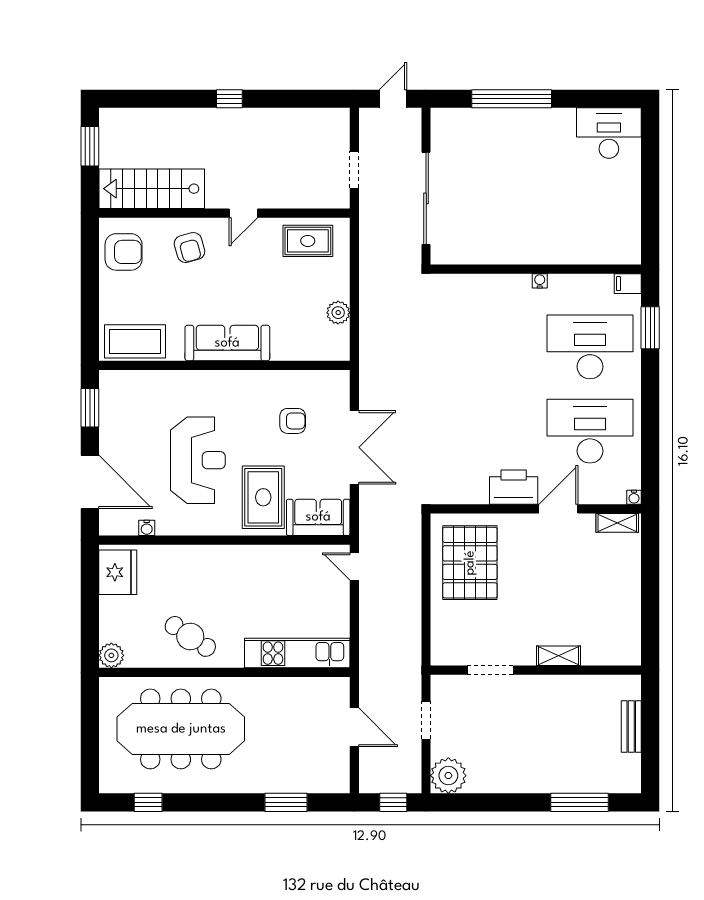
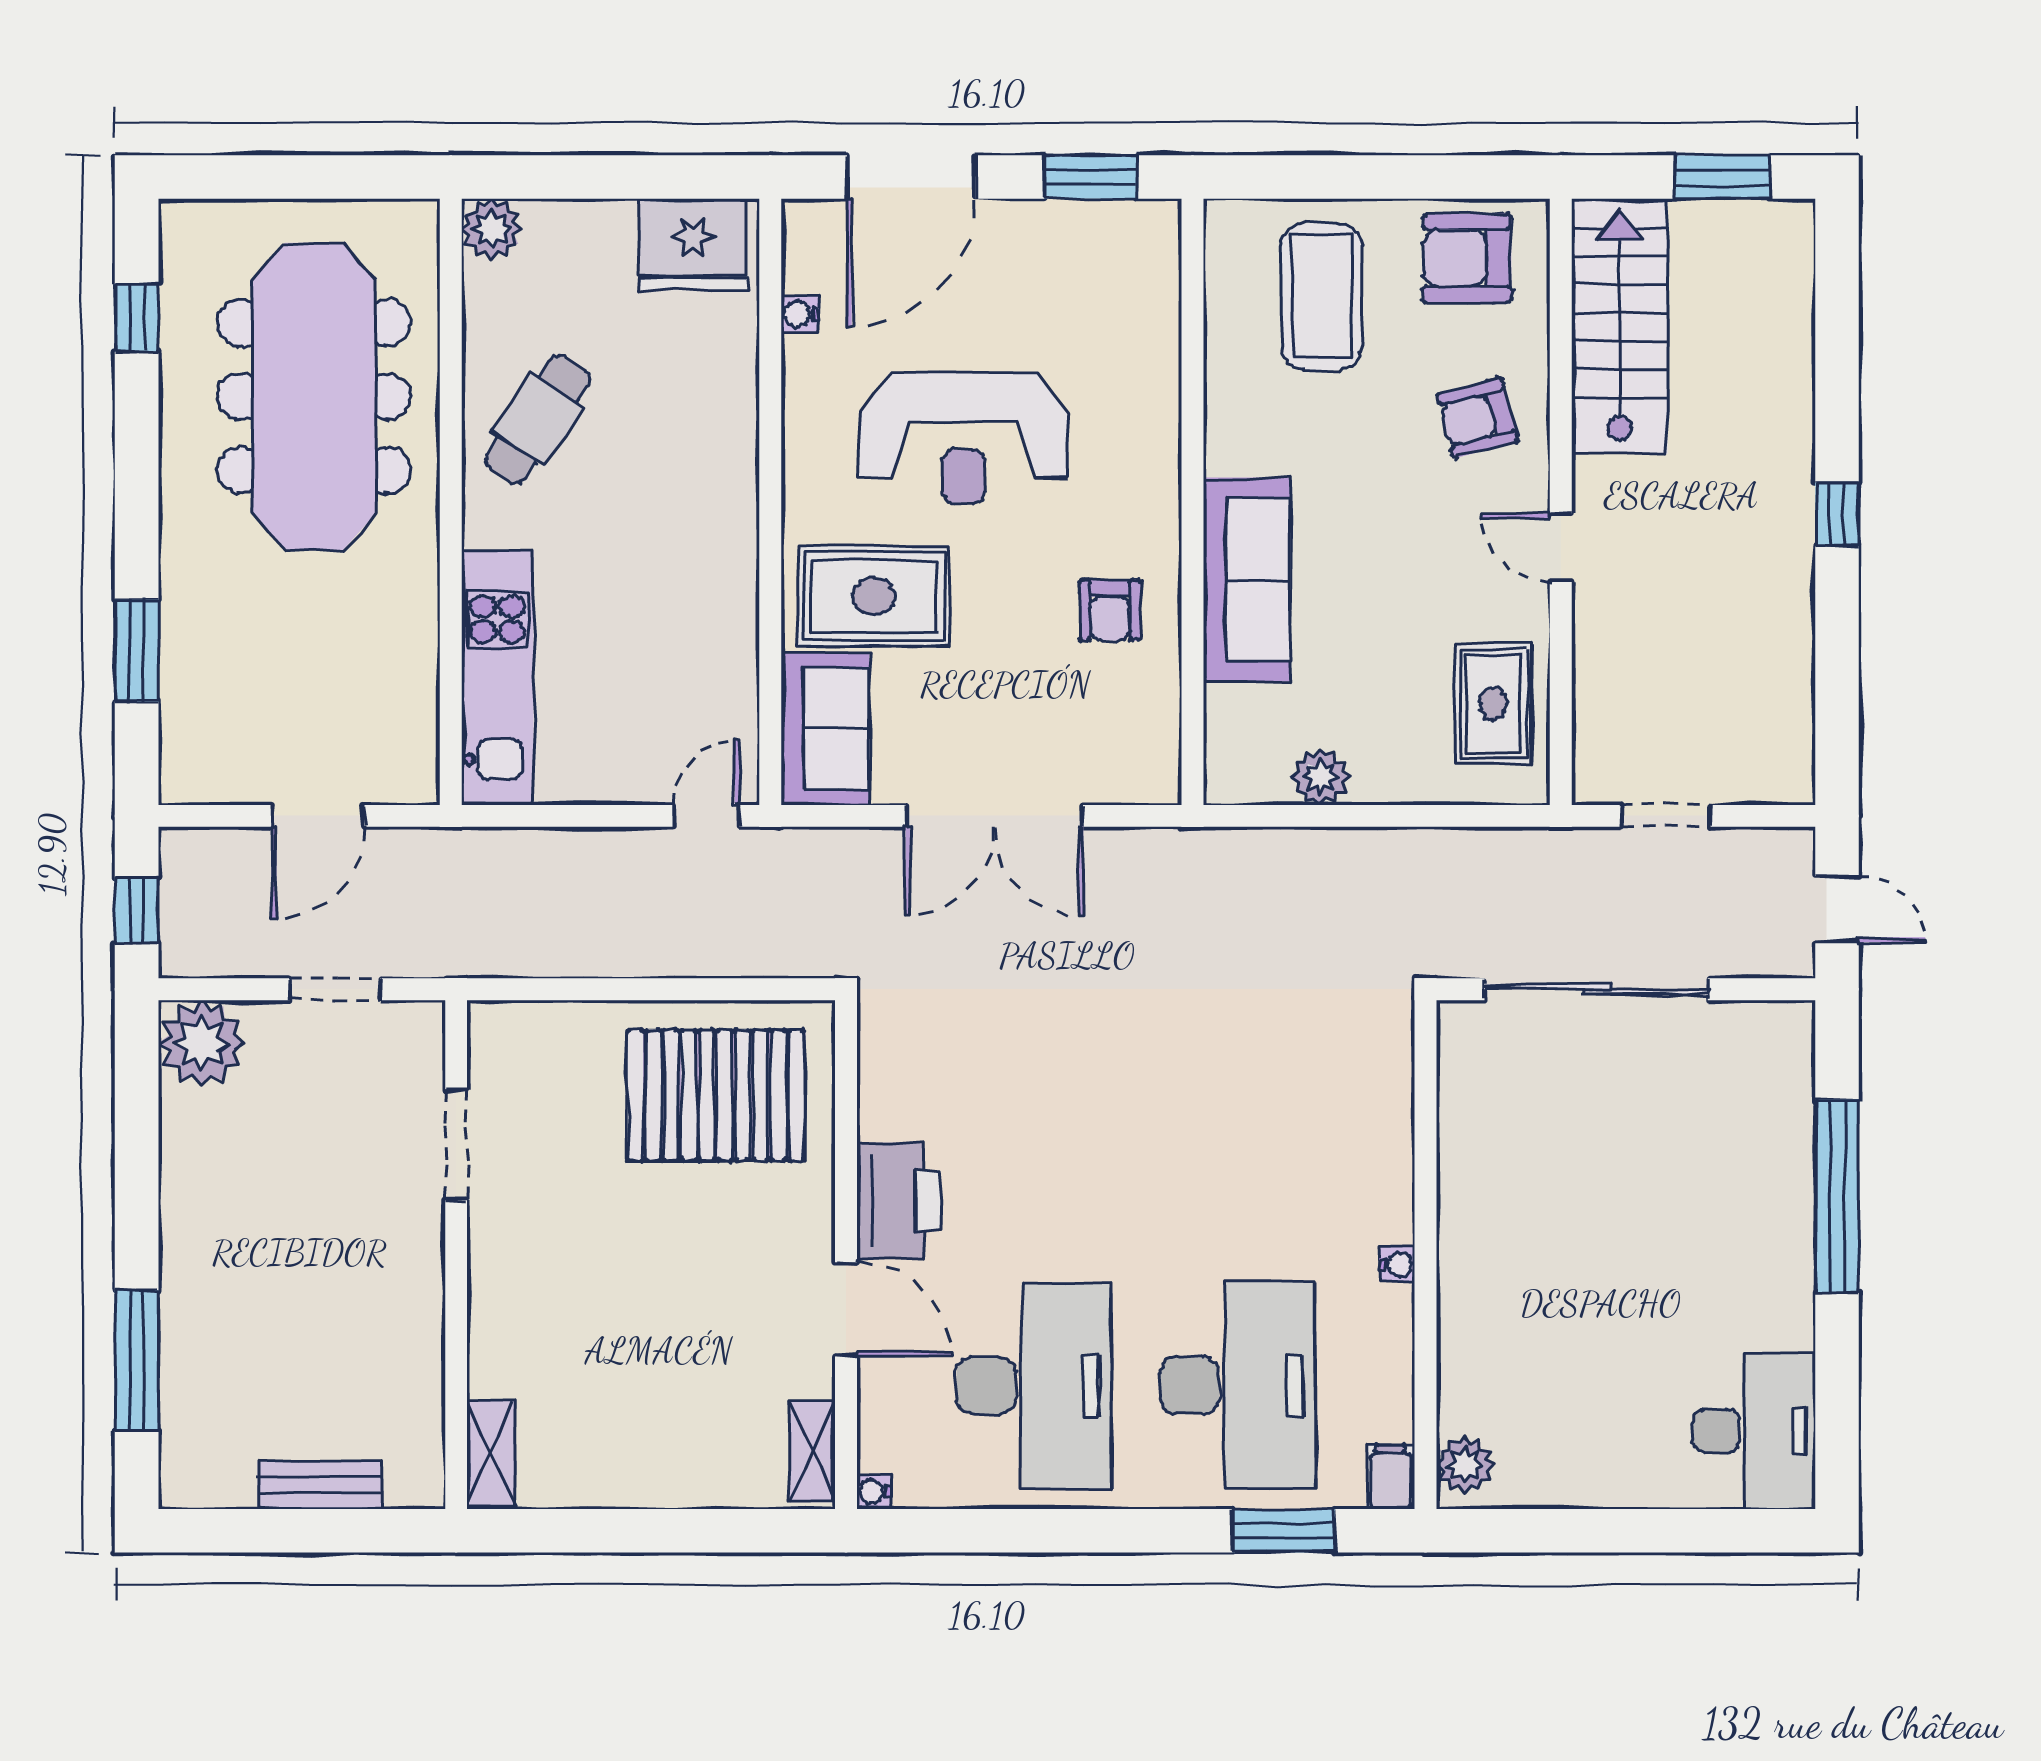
armchair: (124, 252) -> (1467, 258), turned 90
plant: (623, 253) -> (1465, 1465), added
coffee table: (135, 341) -> (1322, 297), moved
sofa: (227, 343) -> (1247, 580), moved
armchair: (293, 421) -> (1110, 610), moved
shelving: (559, 656) -> (491, 1453), moved

